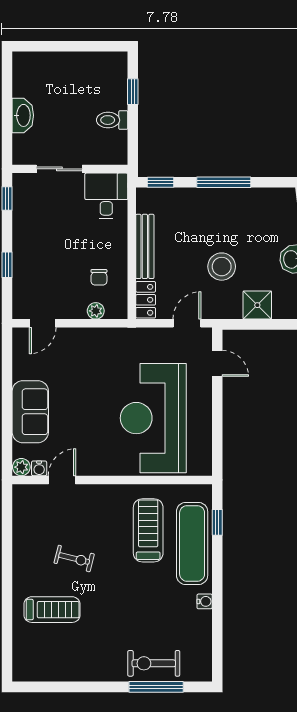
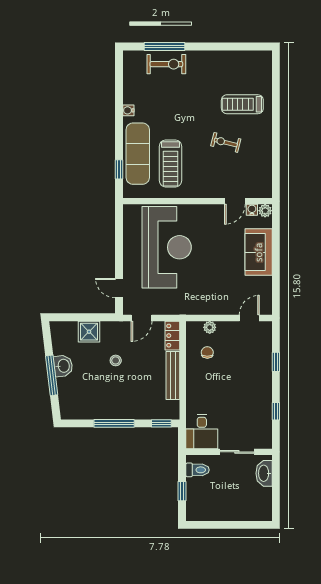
sliding door: (59, 169) -> (237, 452), moved
wall: (70, 169) -> (229, 452), moved
desk: (106, 196) -> (202, 432), moved
stool: (222, 267) -> (116, 360), width x0.53, depth x0.53

